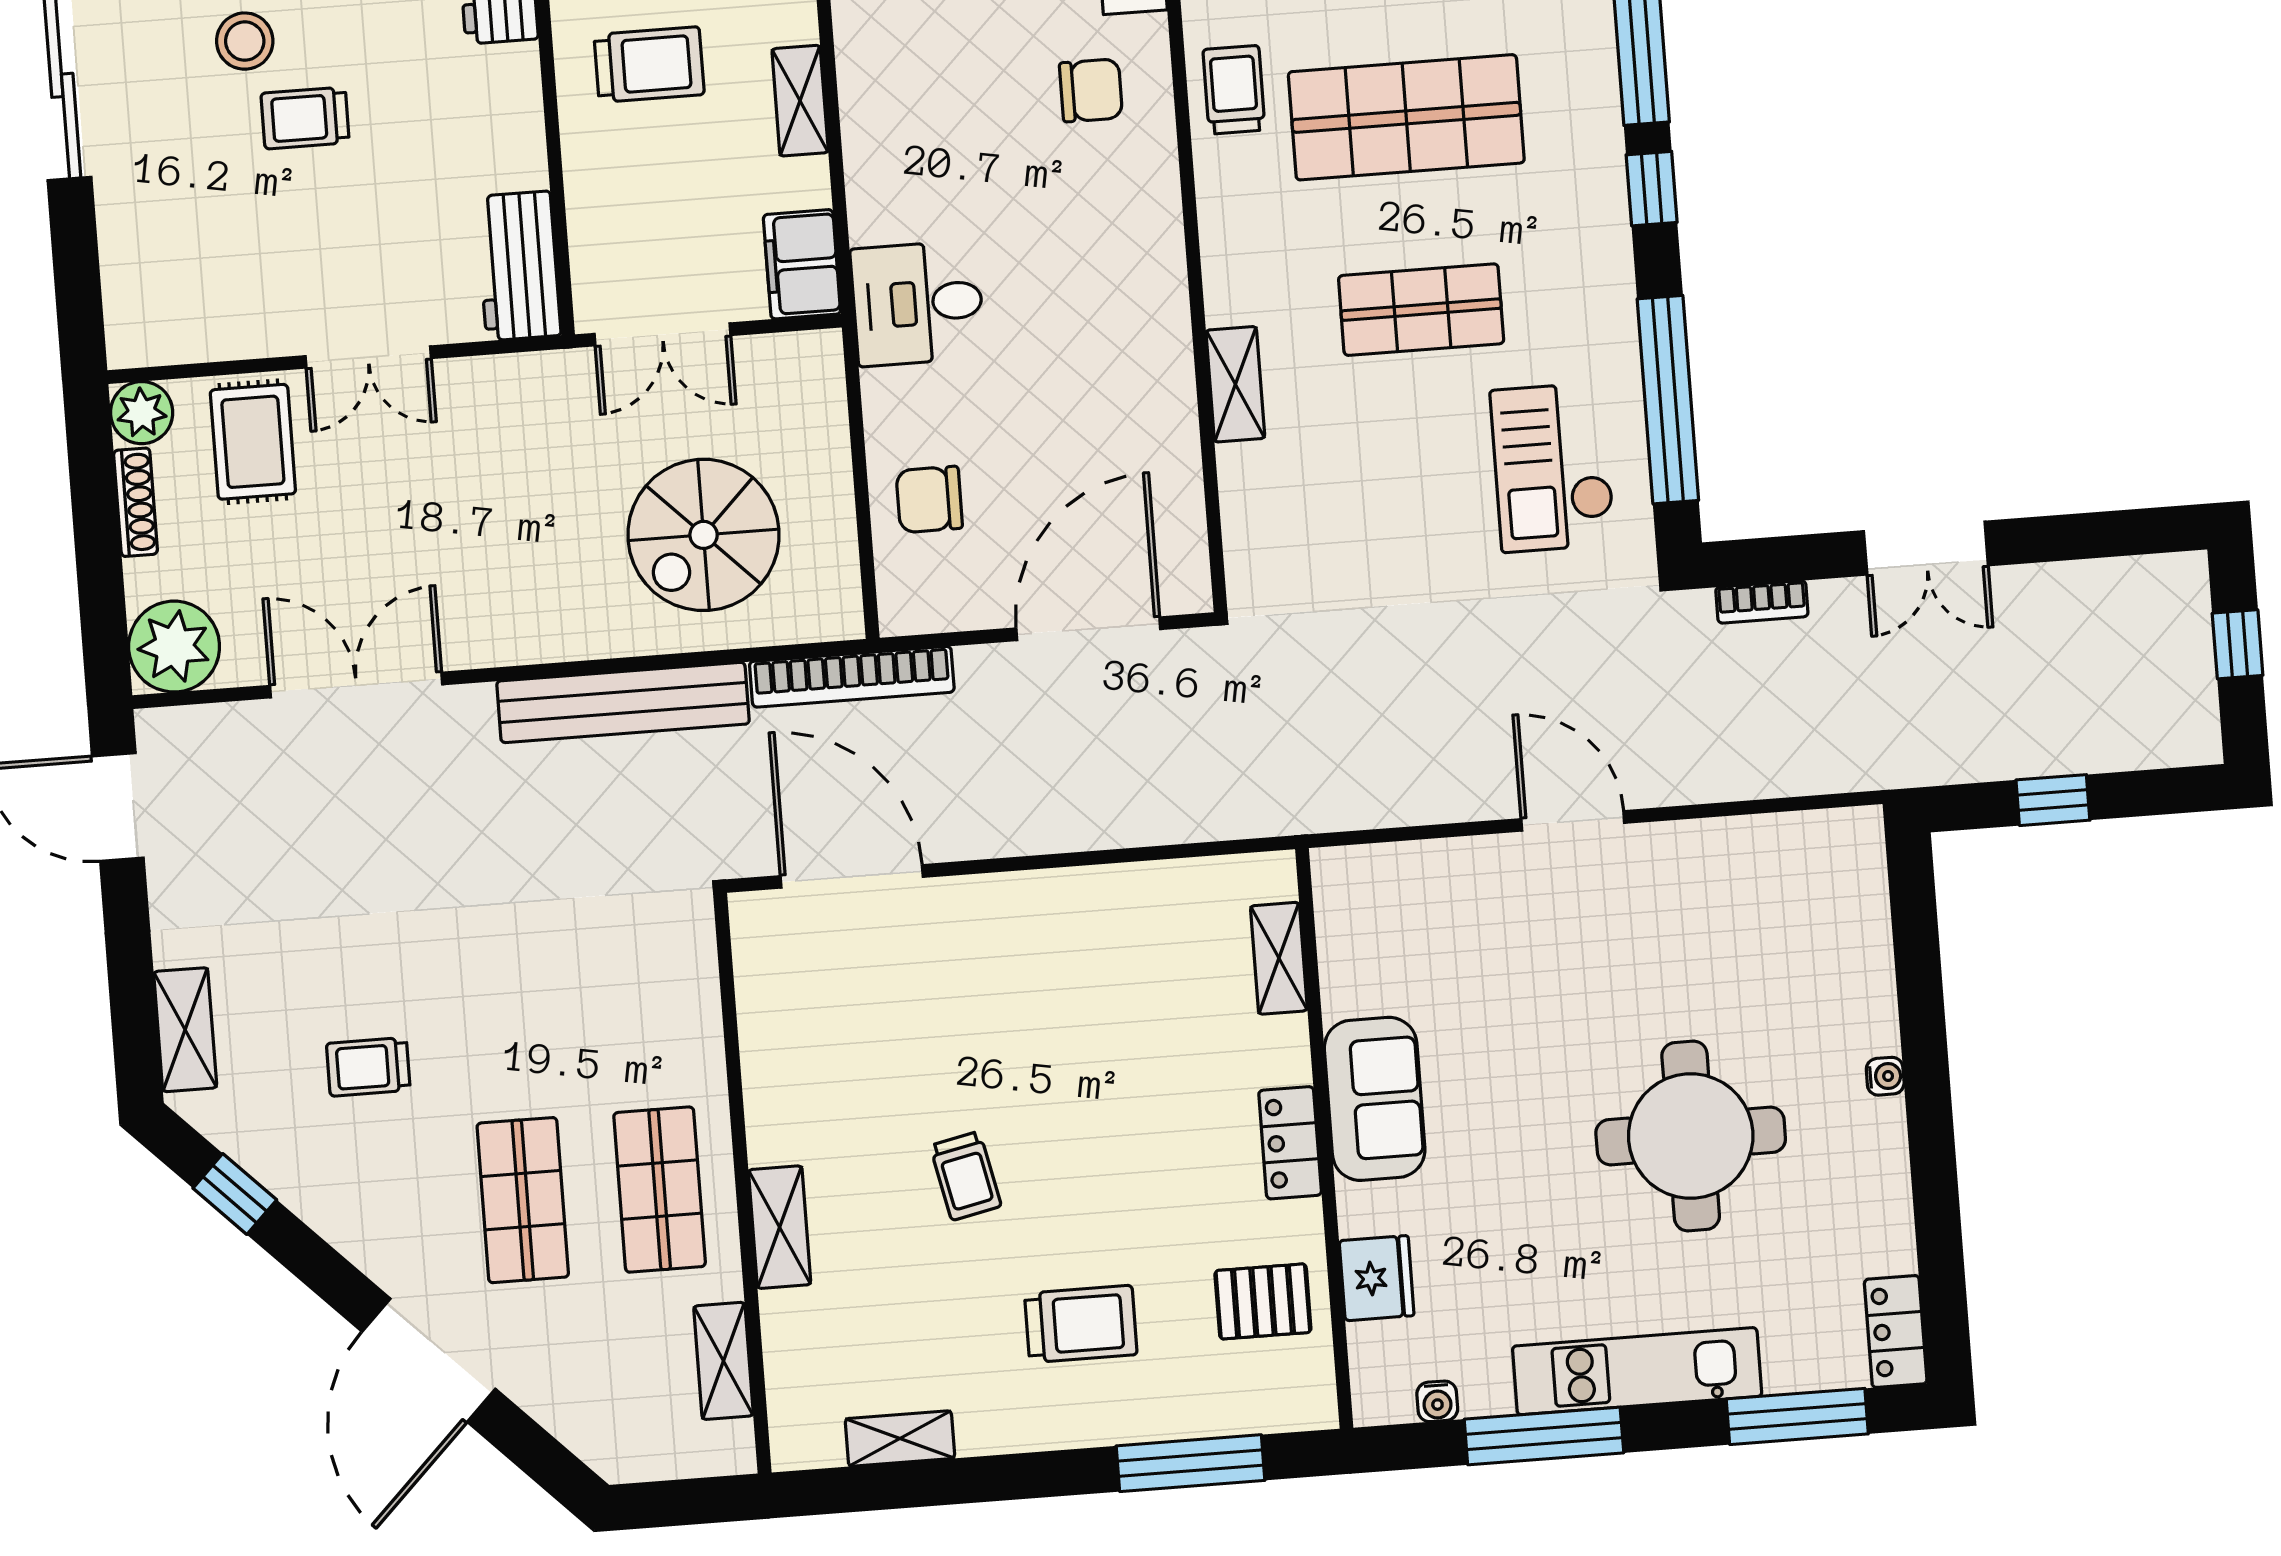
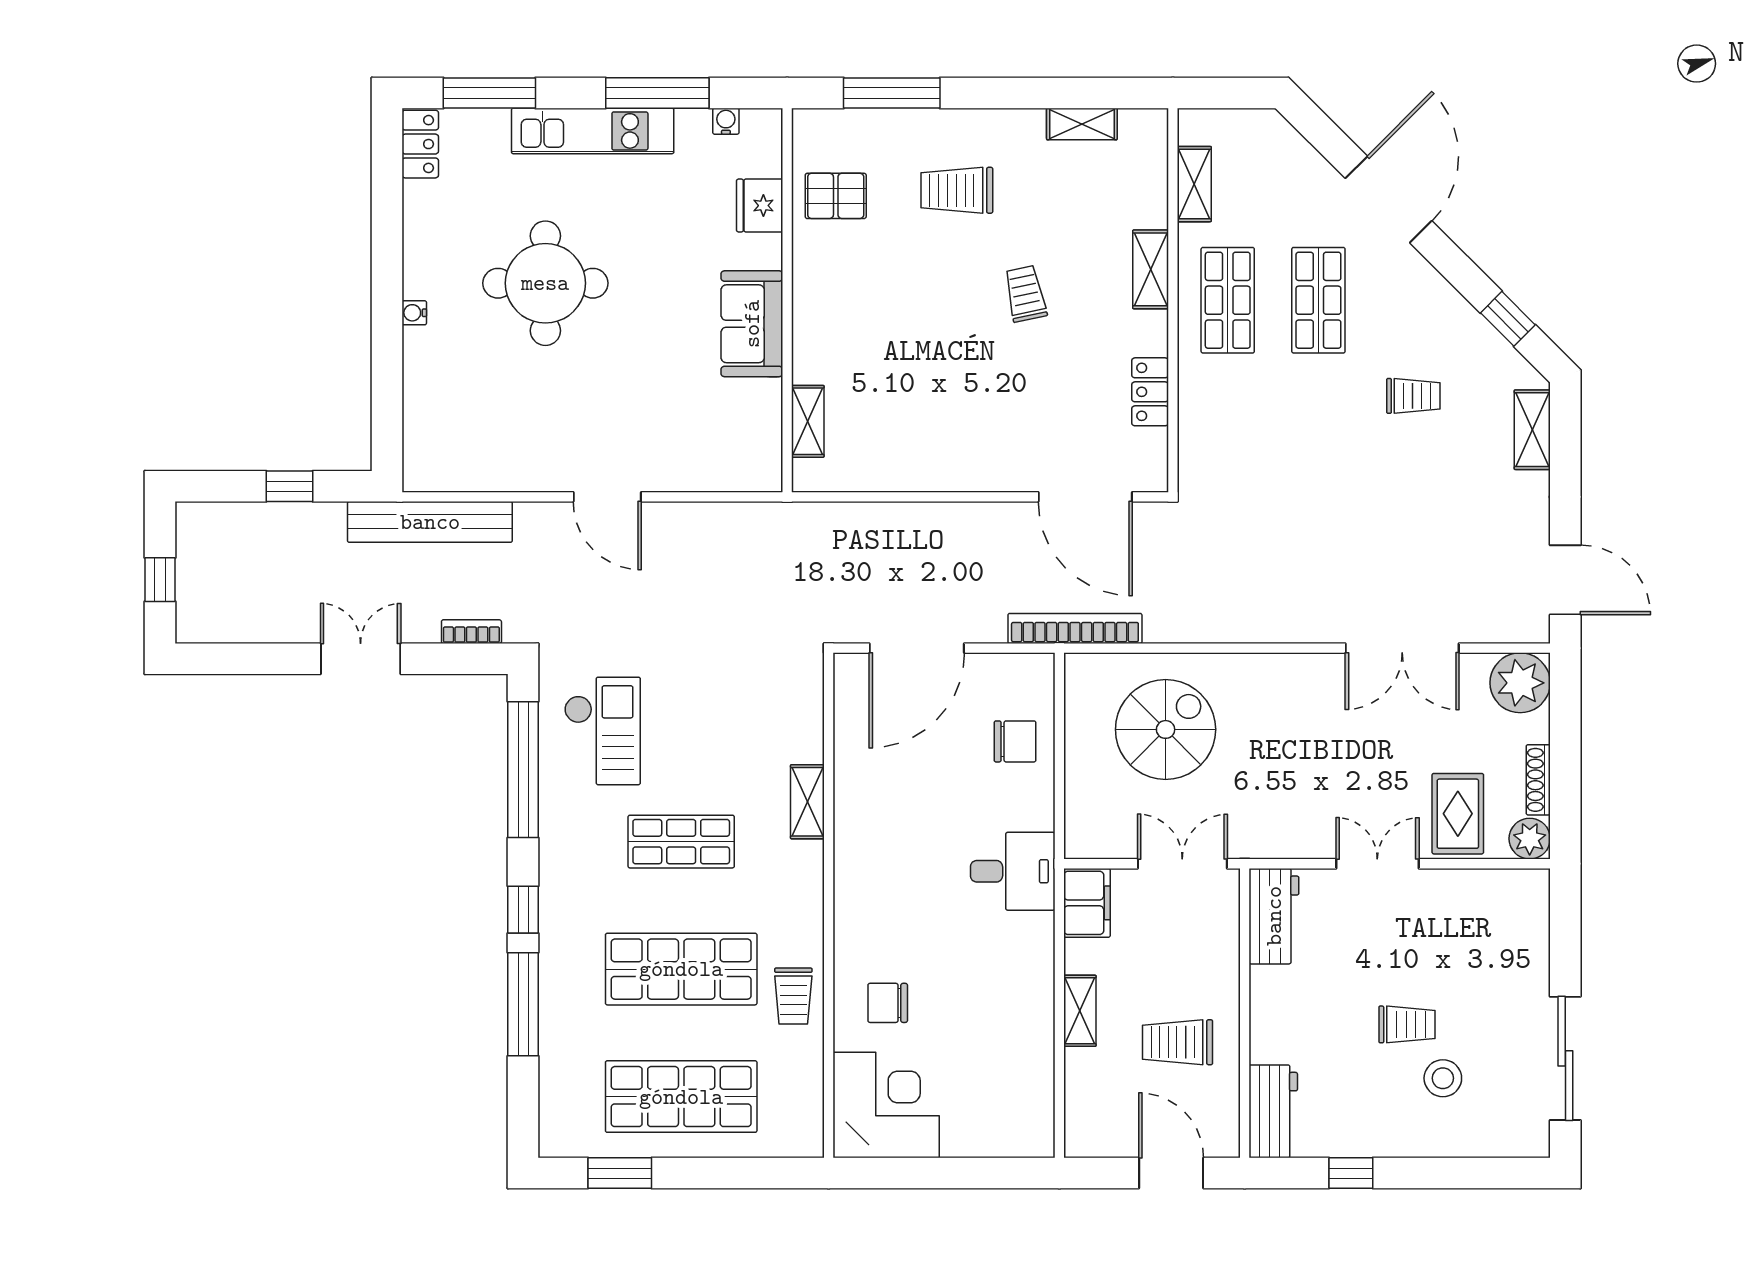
bench: (623, 702) -> (430, 522), moved
locker: (1290, 1143) -> (1150, 392), moved, turned 180

